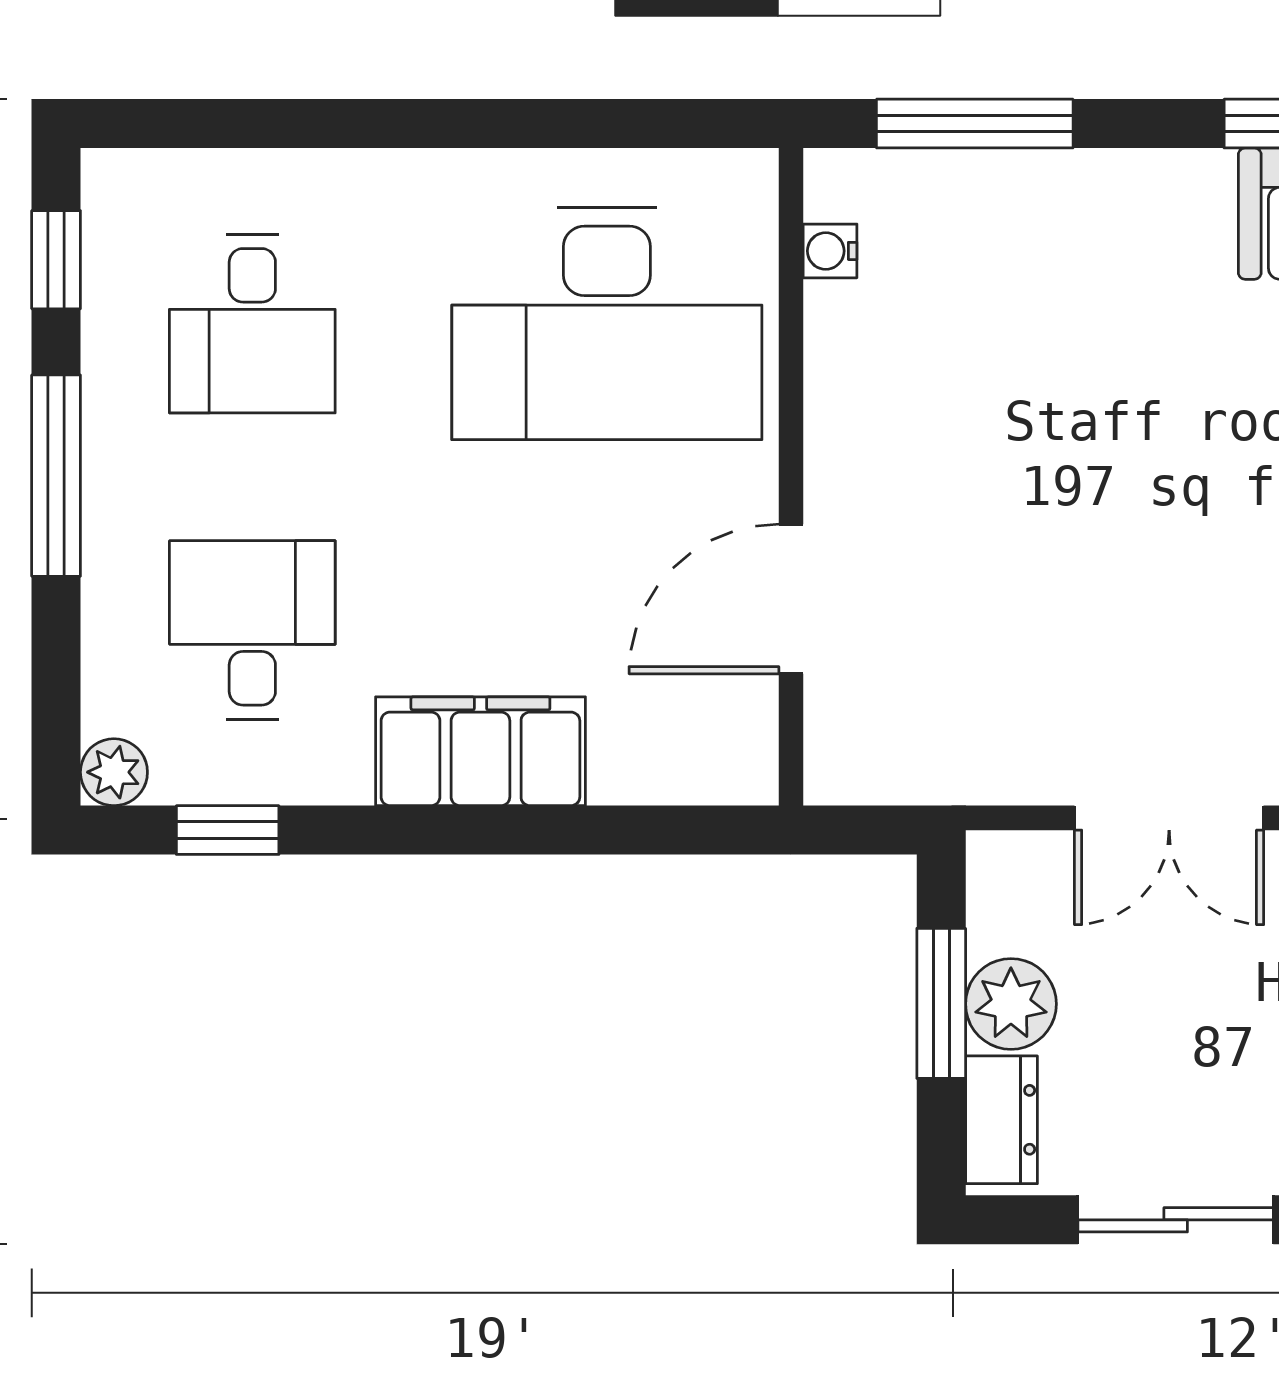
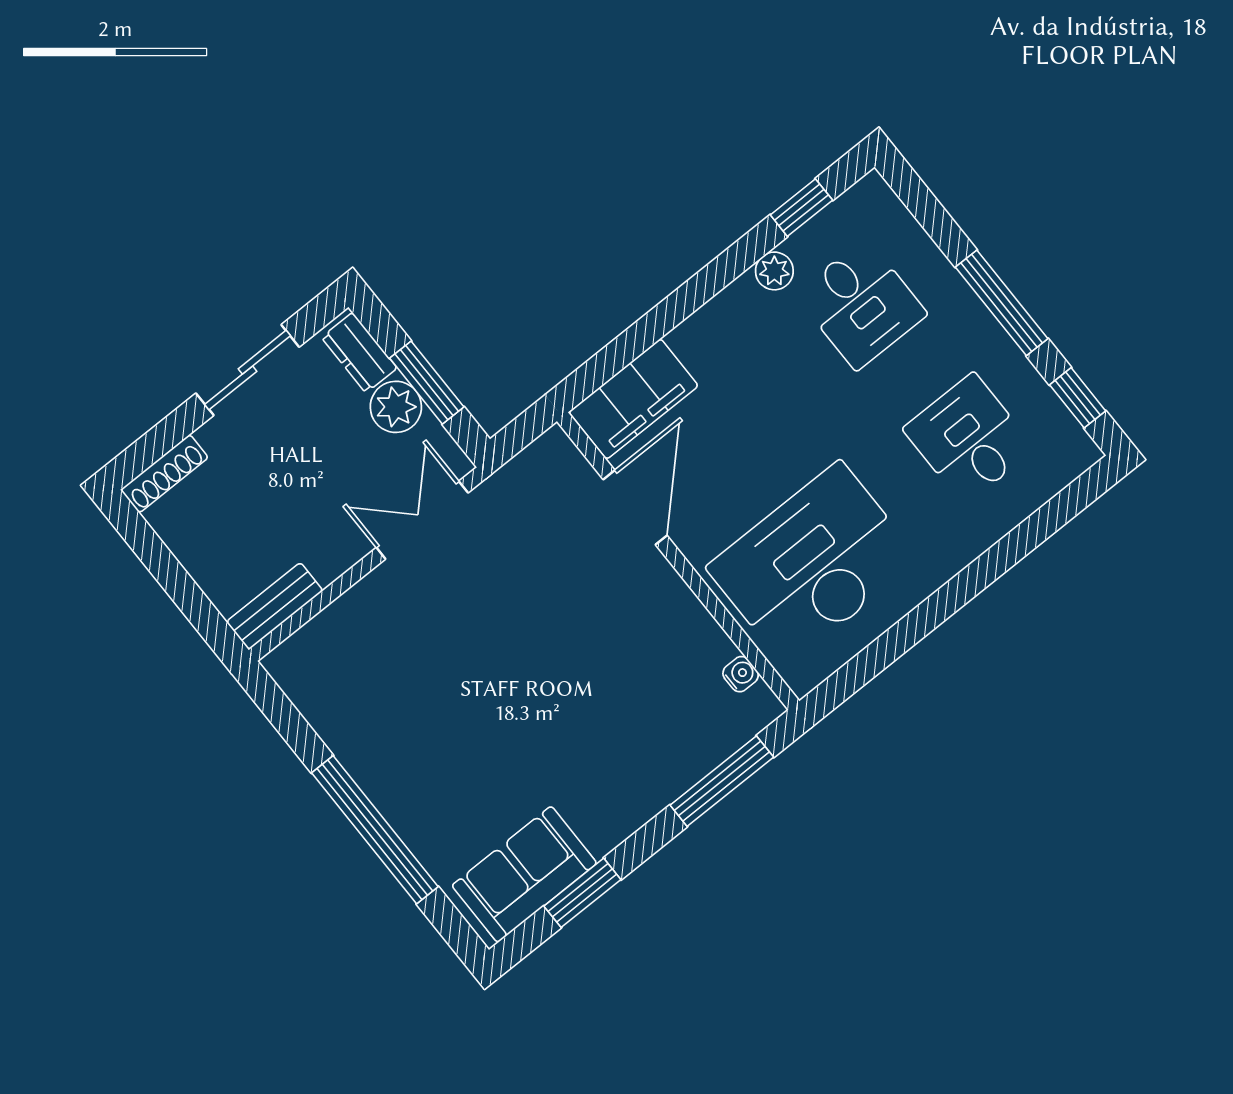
filing cabinet: (480, 751) -> (633, 399), moved
plant: (114, 772) -> (774, 271), moved
double door: (1169, 818) -> (422, 520), moved

